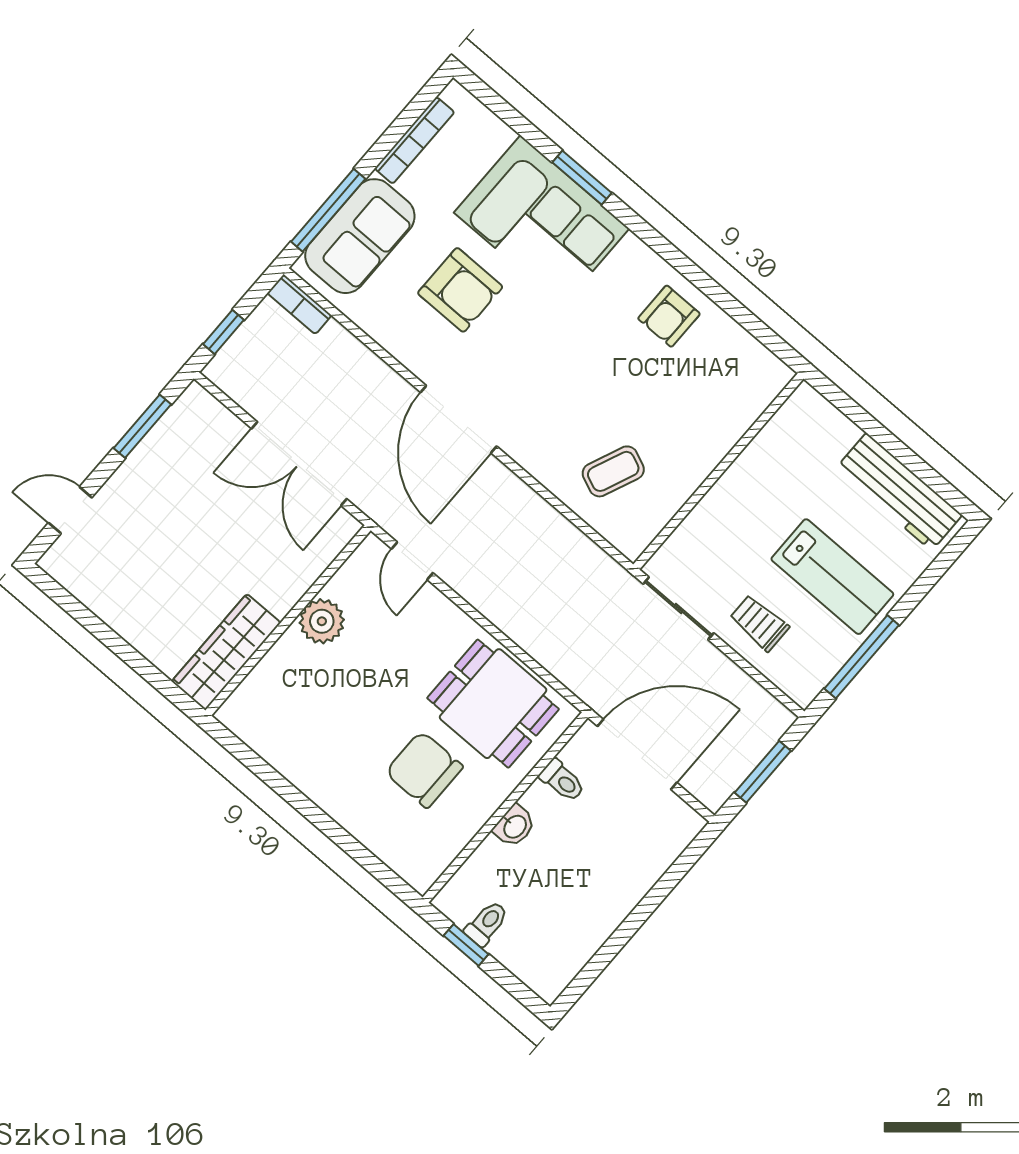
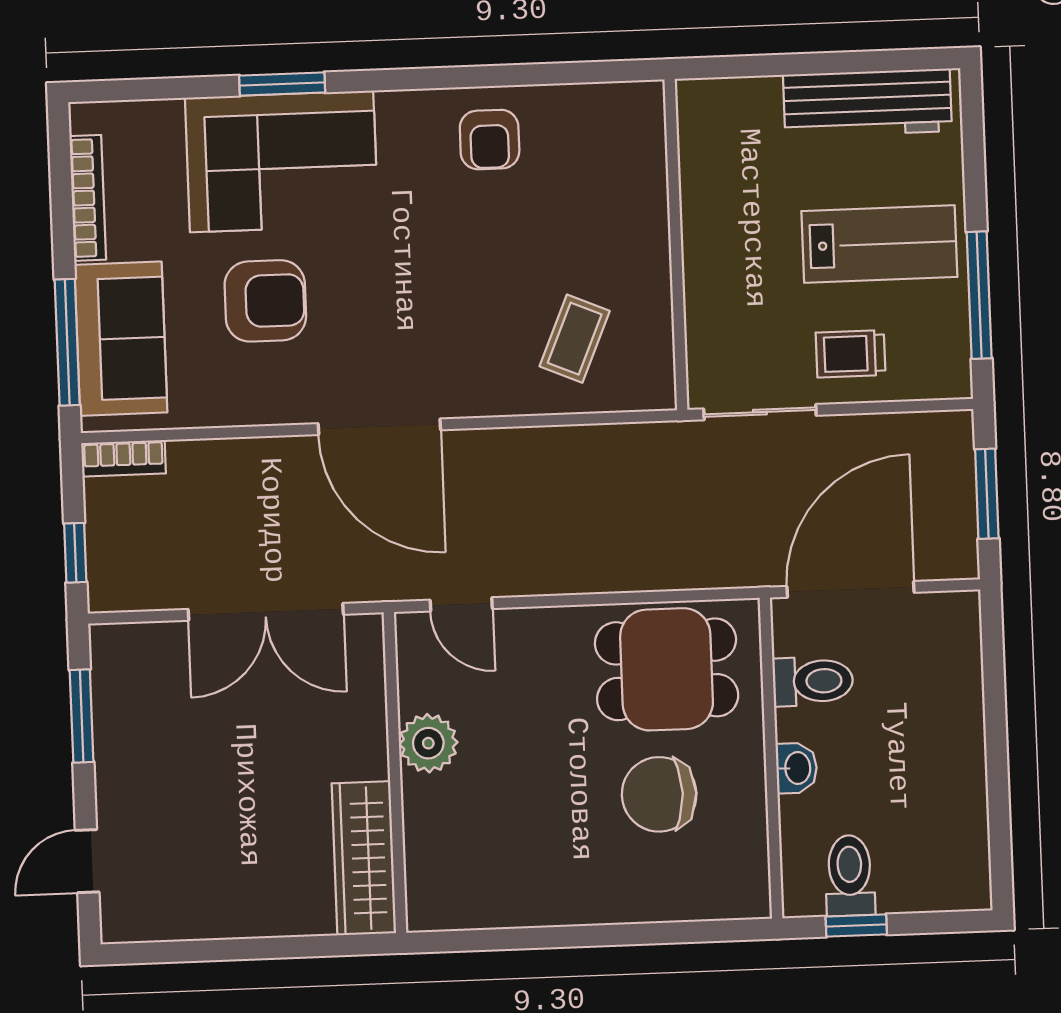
toilet: (562, 781) -> (813, 681), width x1.37, depth x1.39
toilet: (487, 923) -> (850, 876), width x1.37, depth x1.39

